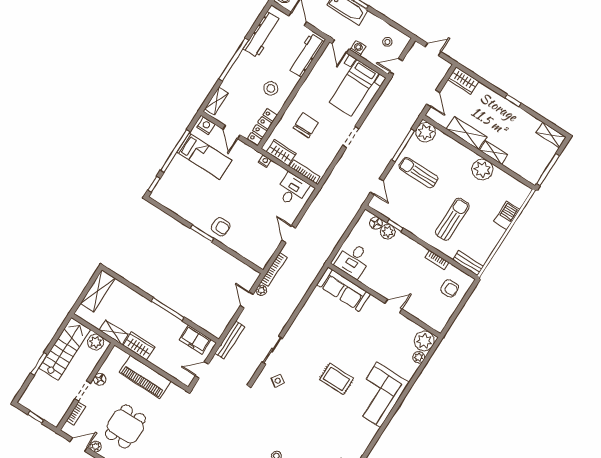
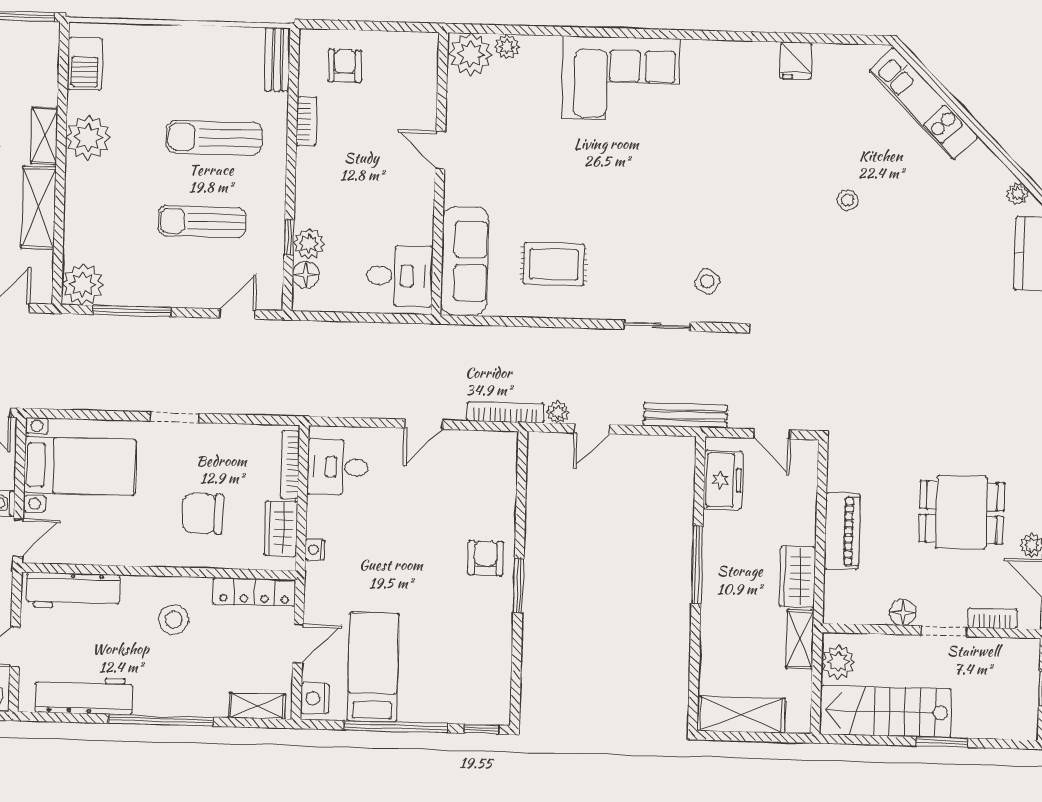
sun lounger: (418, 173) -> (202, 221), moved, turned 90
barbecue: (507, 215) -> (85, 64), moved, turned -90
piano: (145, 377) -> (842, 531), width x0.73, depth x0.75
rug: (336, 379) -> (554, 264), moved, turned 90

